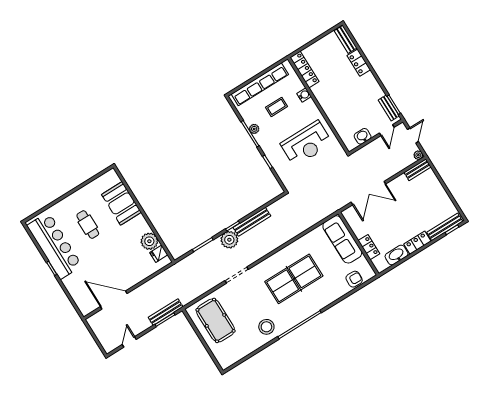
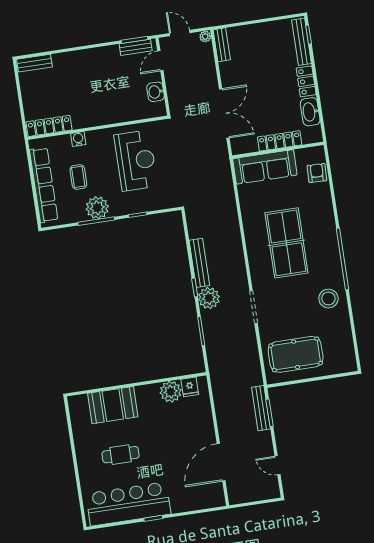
locker: (359, 63) -> (68, 59), removed
plant: (254, 129) -> (97, 208), width x1.88, depth x1.88
door: (387, 130) -> (160, 61), swing flipped
locker: (369, 247) -> (280, 141), width x1.53

